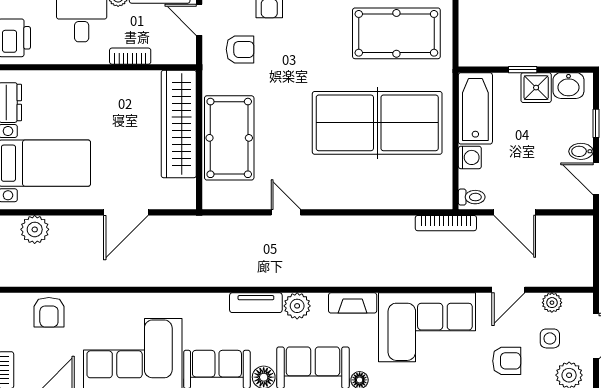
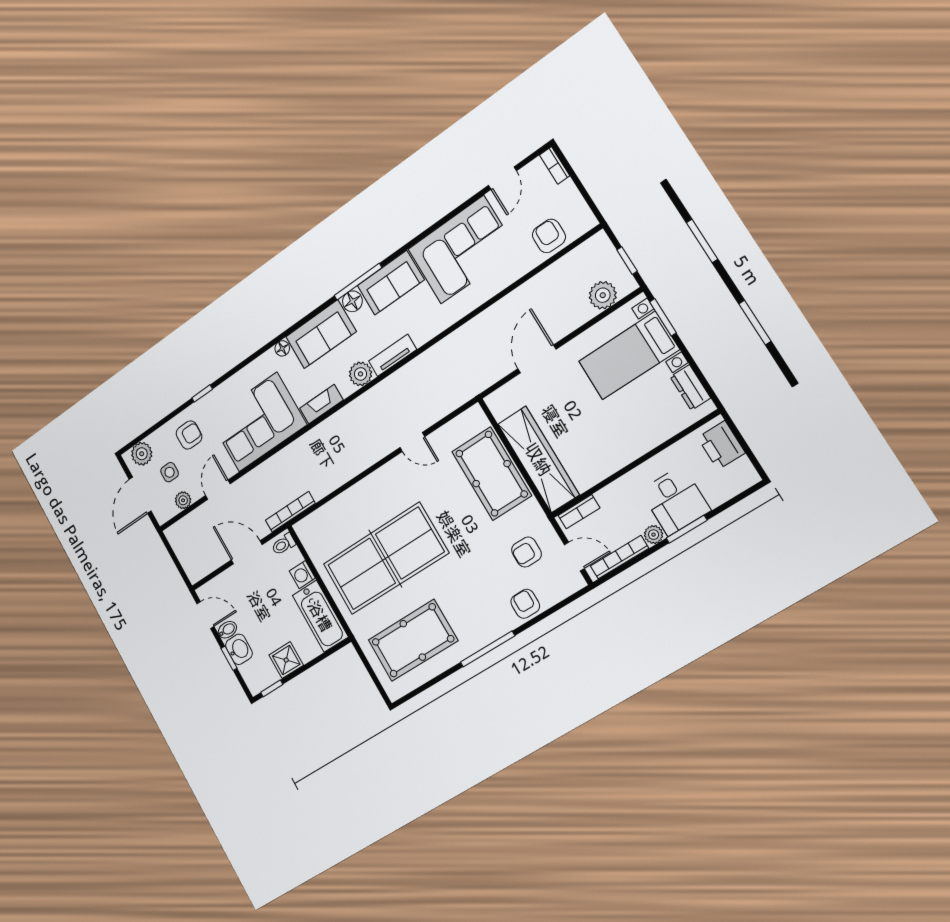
bookcase: (130, 56) -> (579, 512), moved
window: (523, 70) -> (272, 688), moved
washbasin: (568, 86) -> (239, 649), moved, turned 90
armchair: (507, 361) -> (189, 435), turned 180

